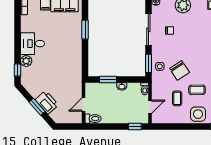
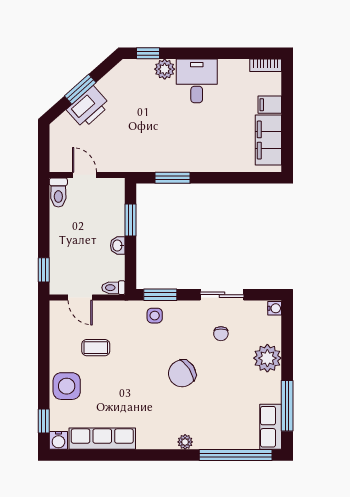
window: (85, 30) -> (173, 178), moved
sliding door: (148, 30) -> (222, 295), width x0.73
chair: (180, 70) -> (182, 373), moved
coffee table: (197, 90) -> (111, 384), removed

